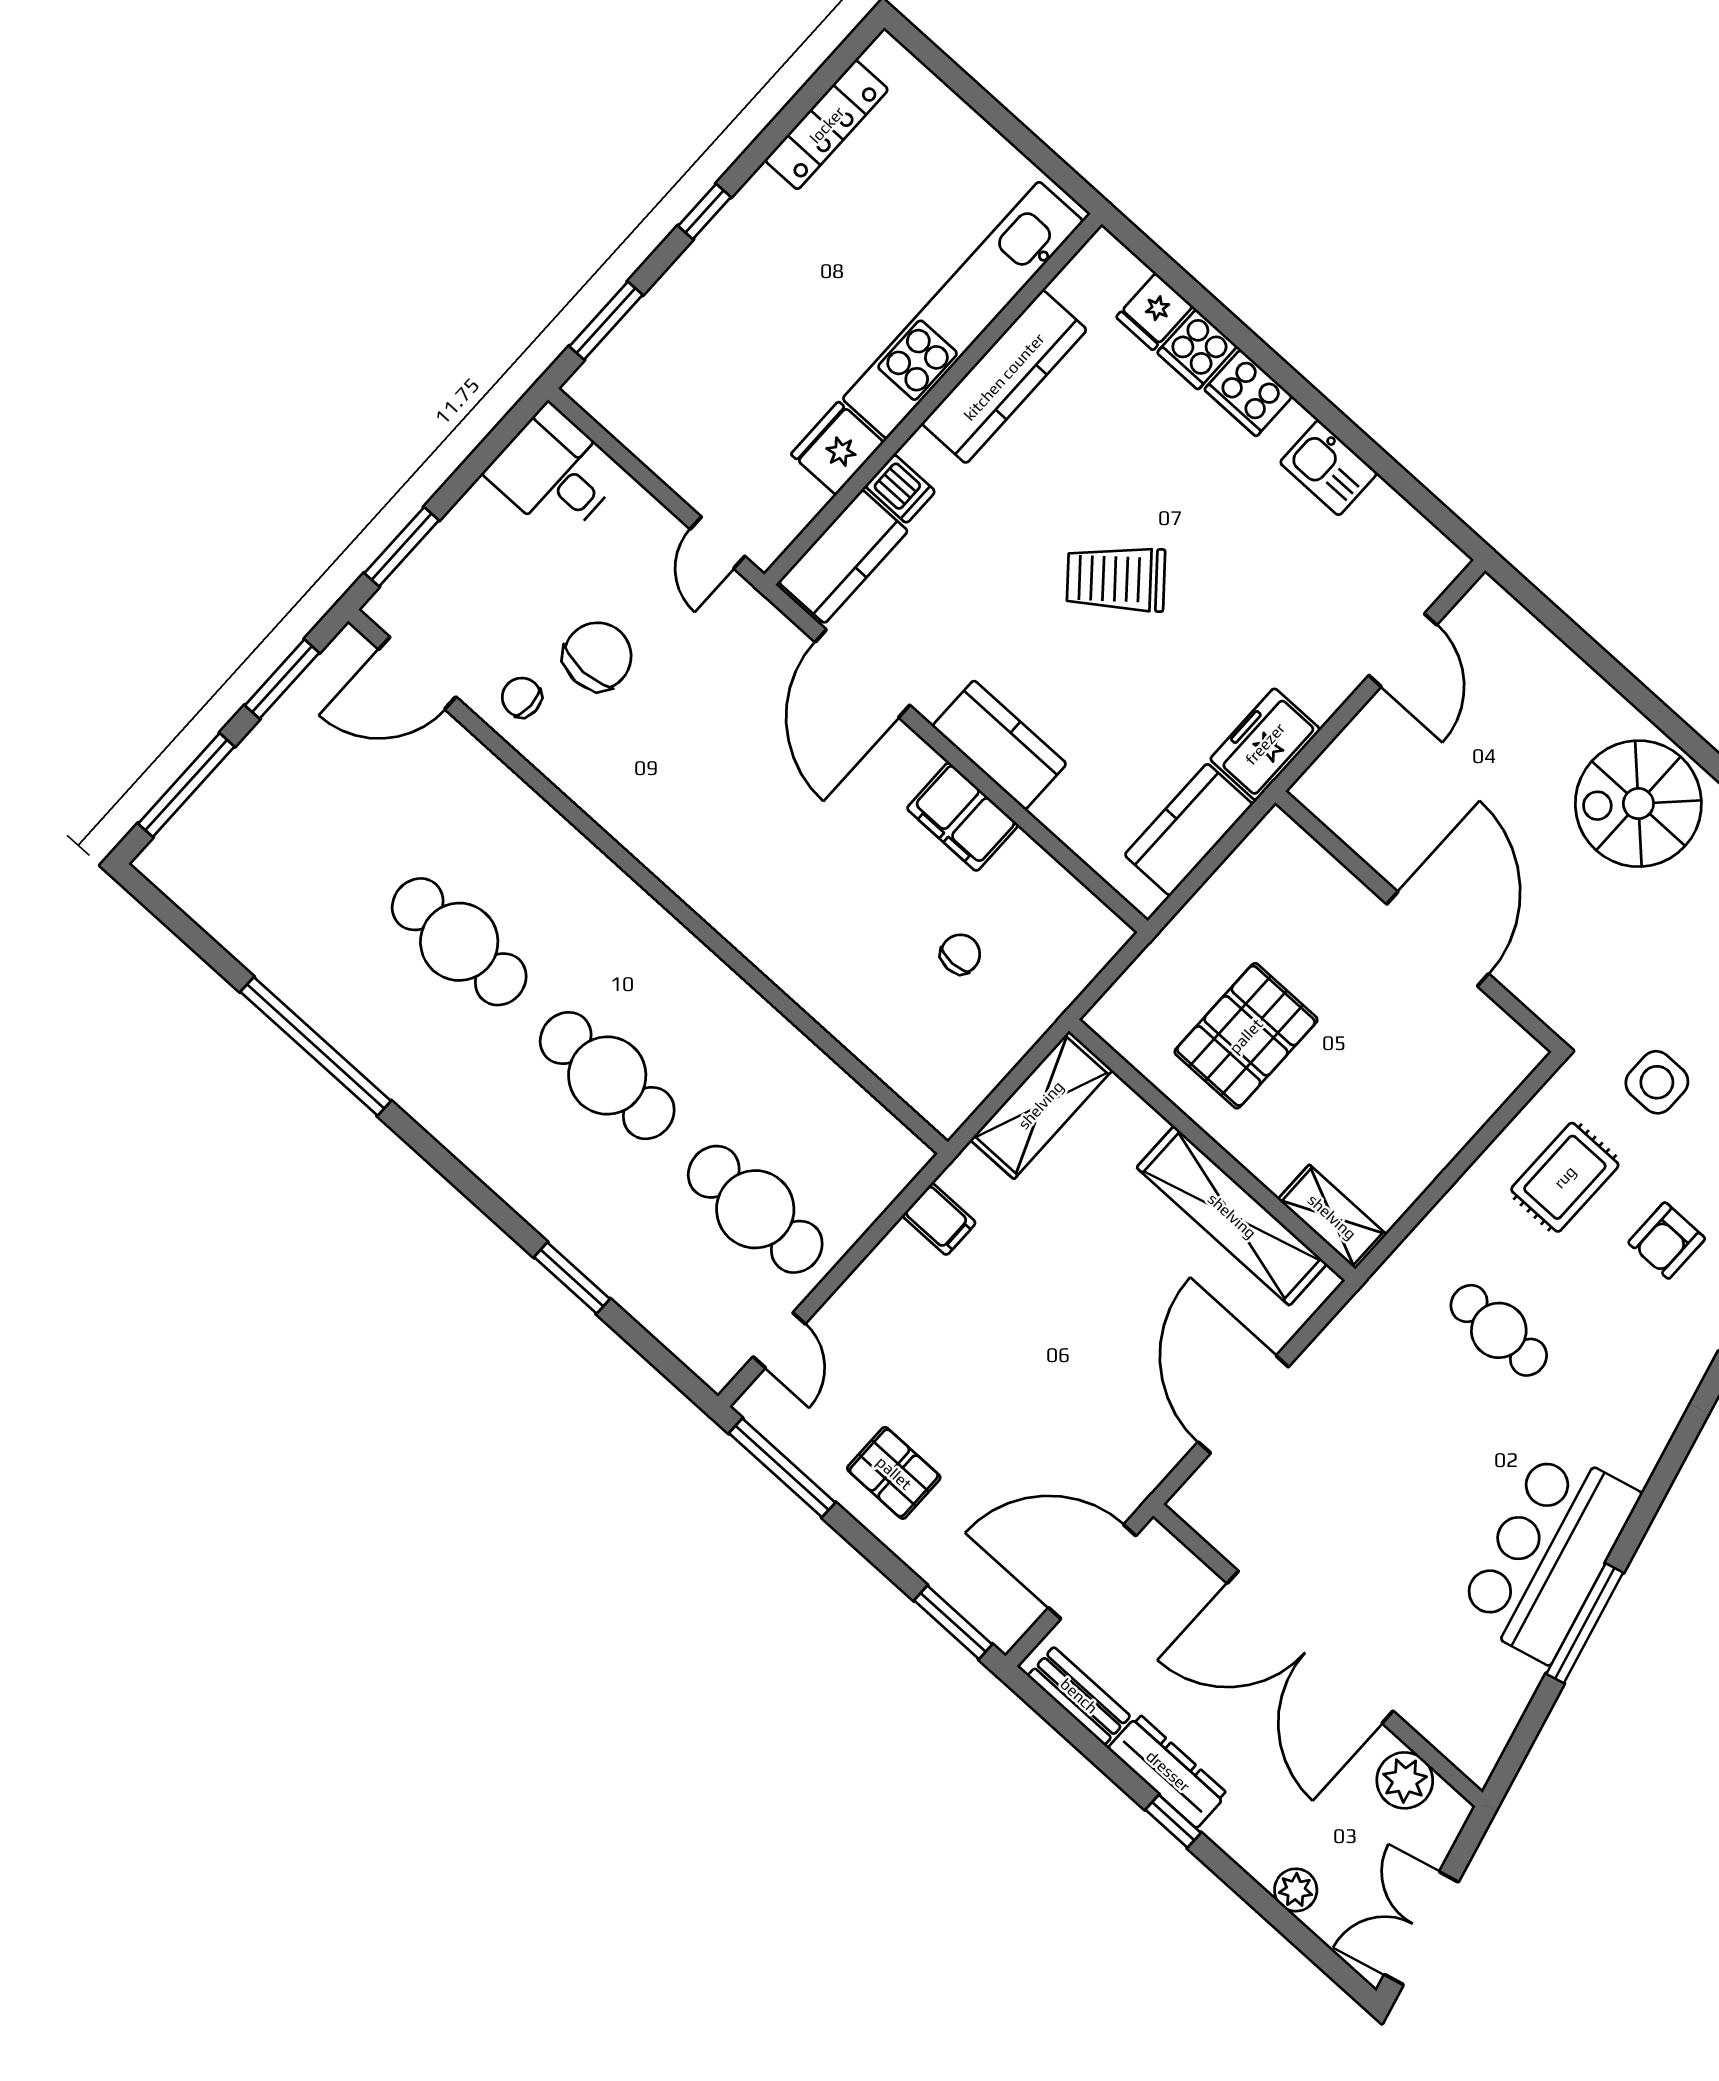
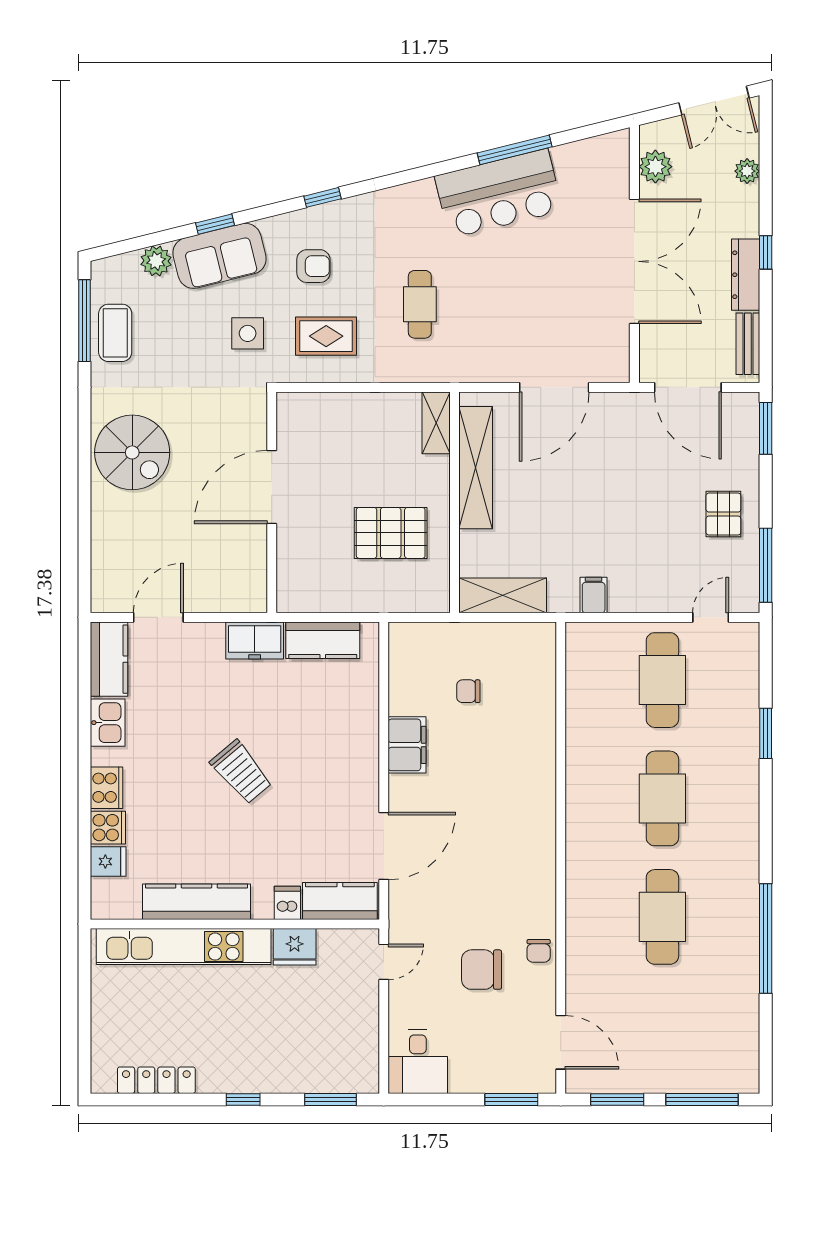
chair: (522, 697) -> (539, 951), moved
kitchen counter: (999, 745) -> (109, 659), moved, turned 180

